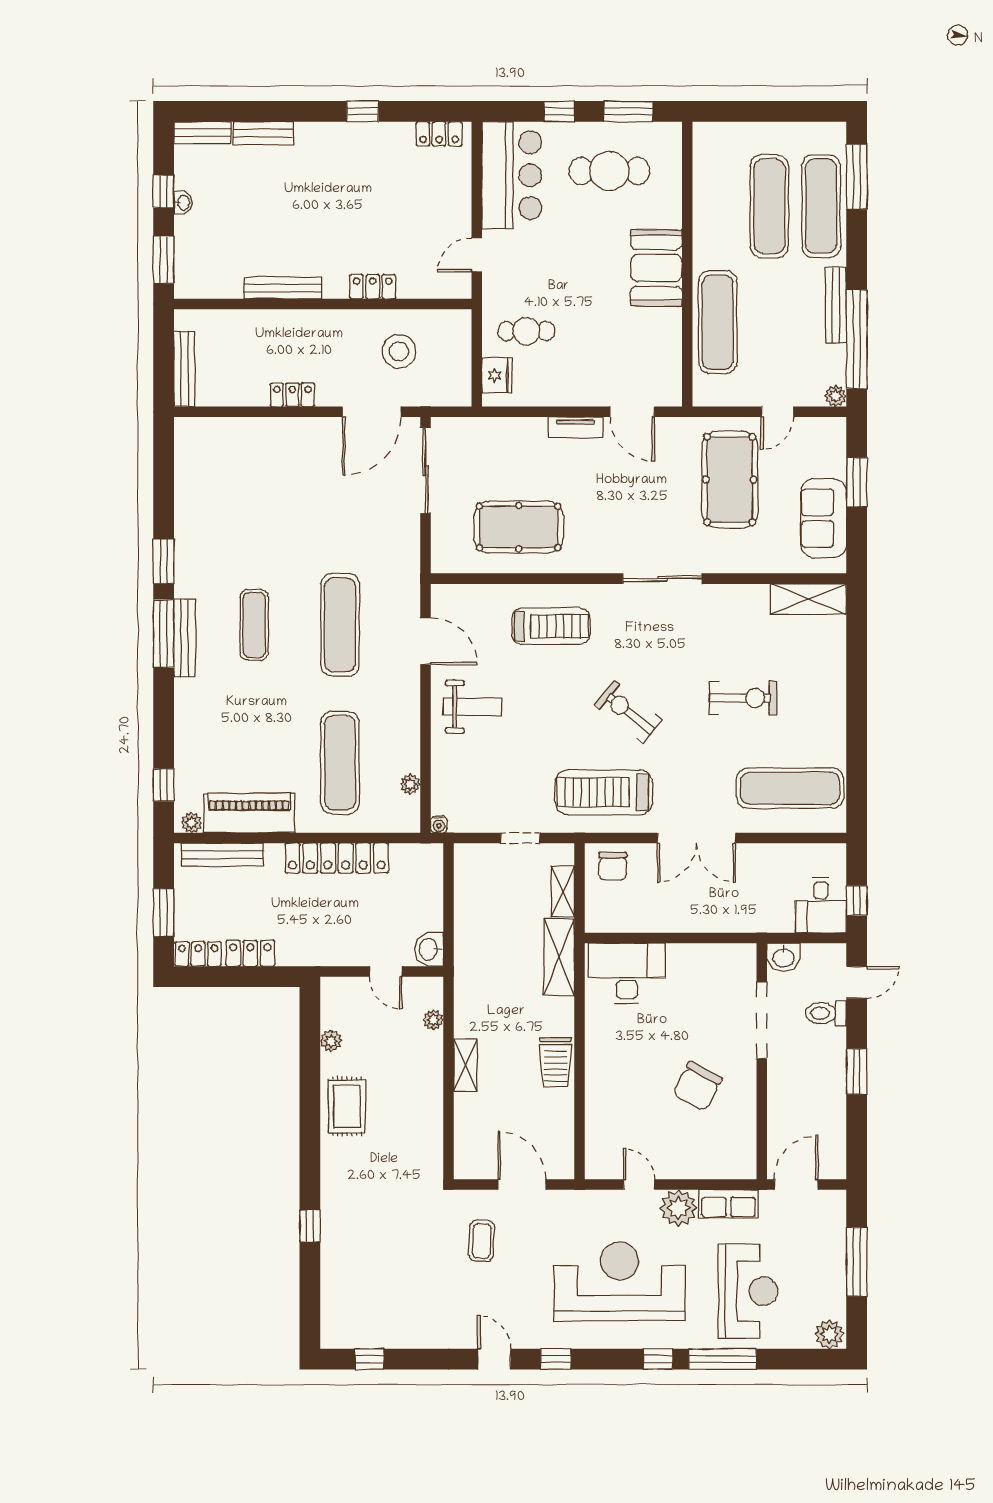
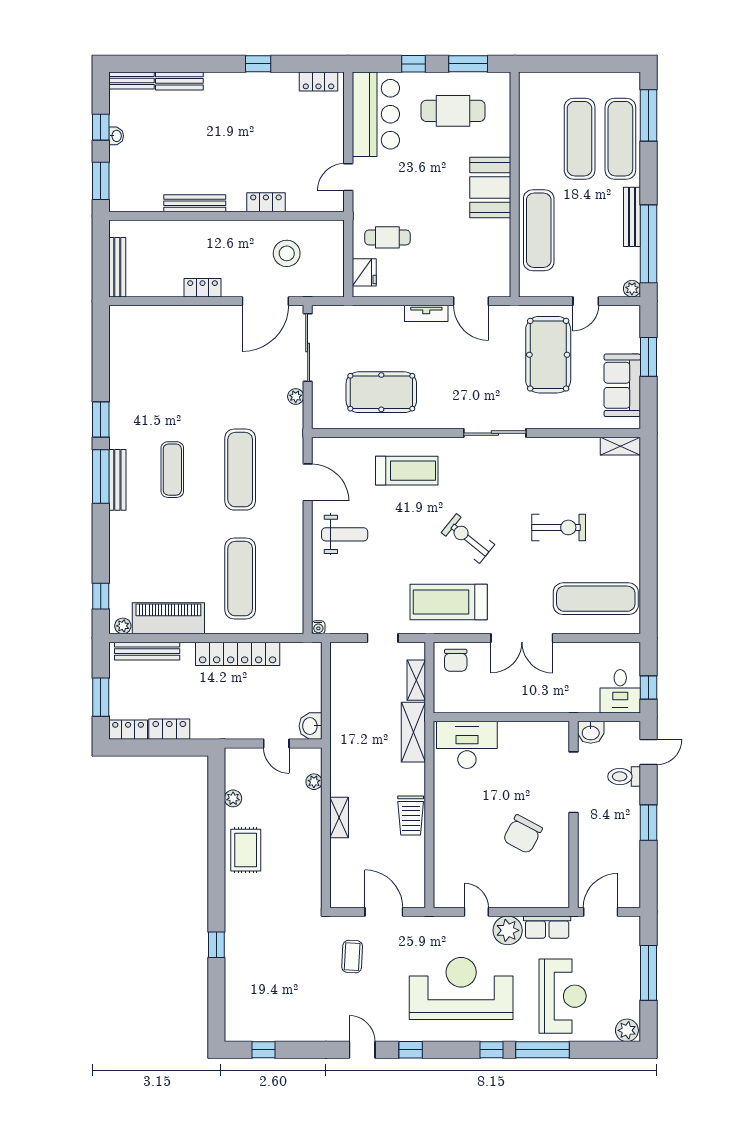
shelving: (808, 599) -> (620, 446), width x0.67, depth x0.75
plant: (410, 784) -> (296, 397), moved

